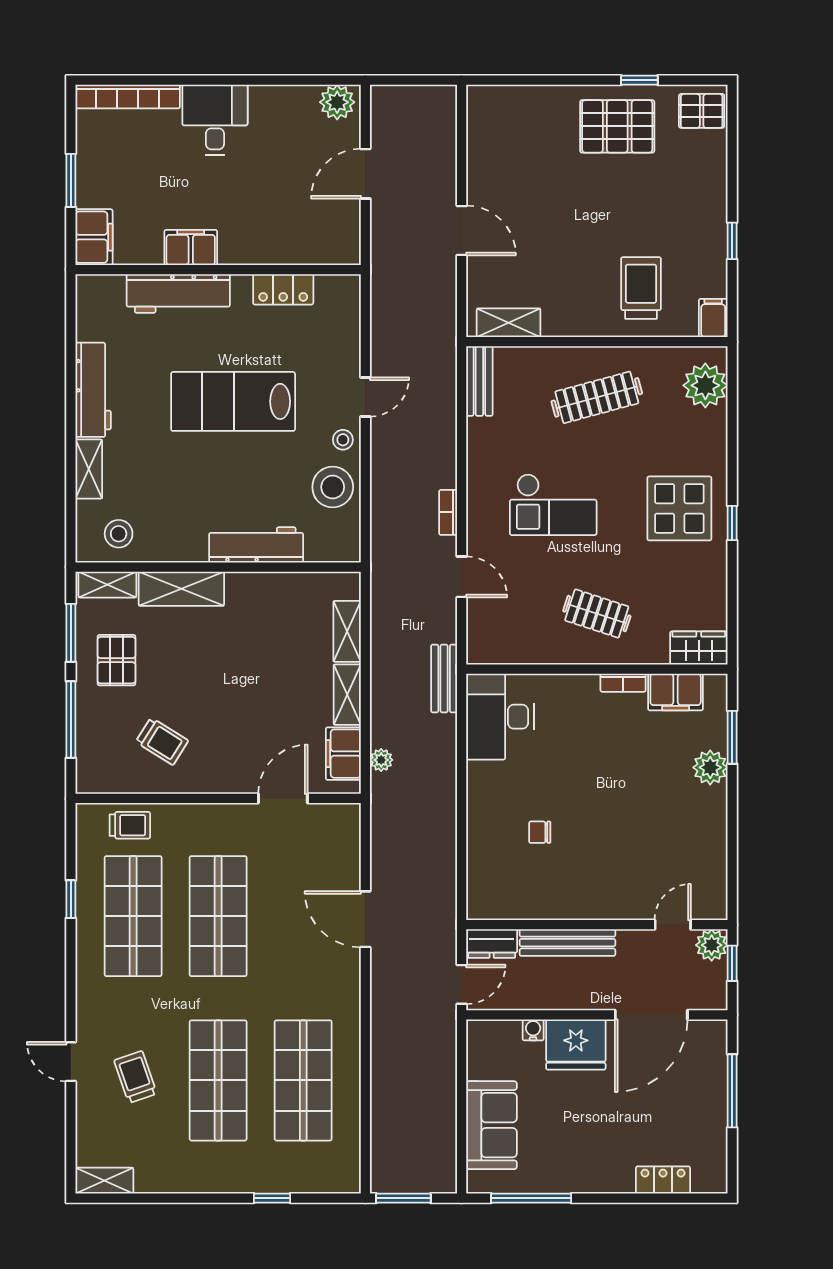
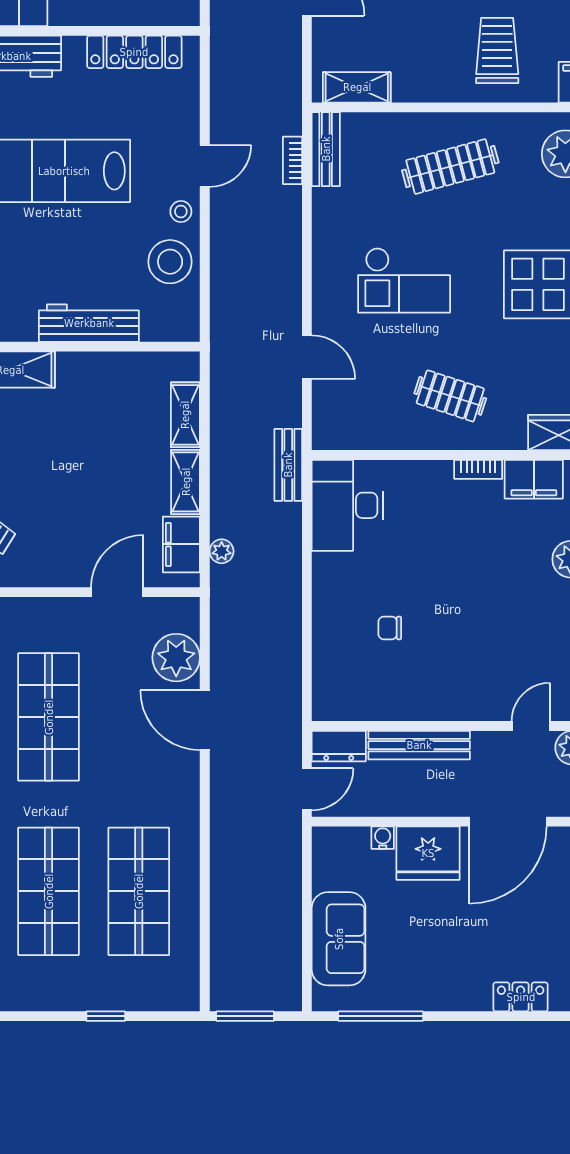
locker: (283, 289) -> (134, 52), width x1.53
bookcase: (448, 512) -> (292, 160), moved
plant: (338, 860) -> (176, 658), added

